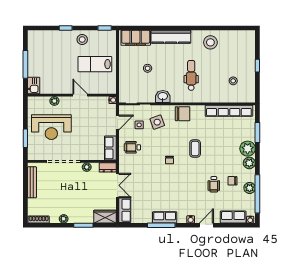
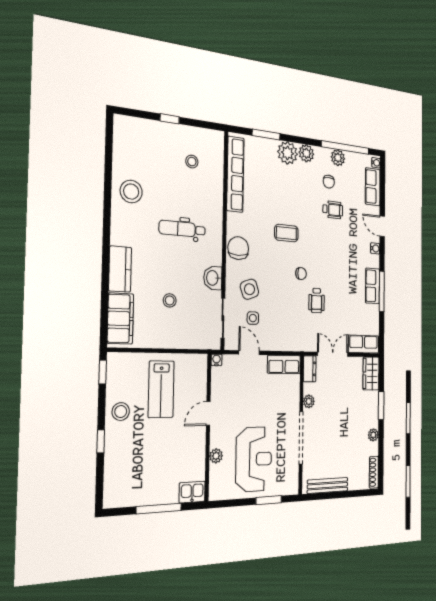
kitchen counter: (171, 37) -> (120, 269), width x0.67
wheelchair: (132, 147) -> (317, 301), moved

